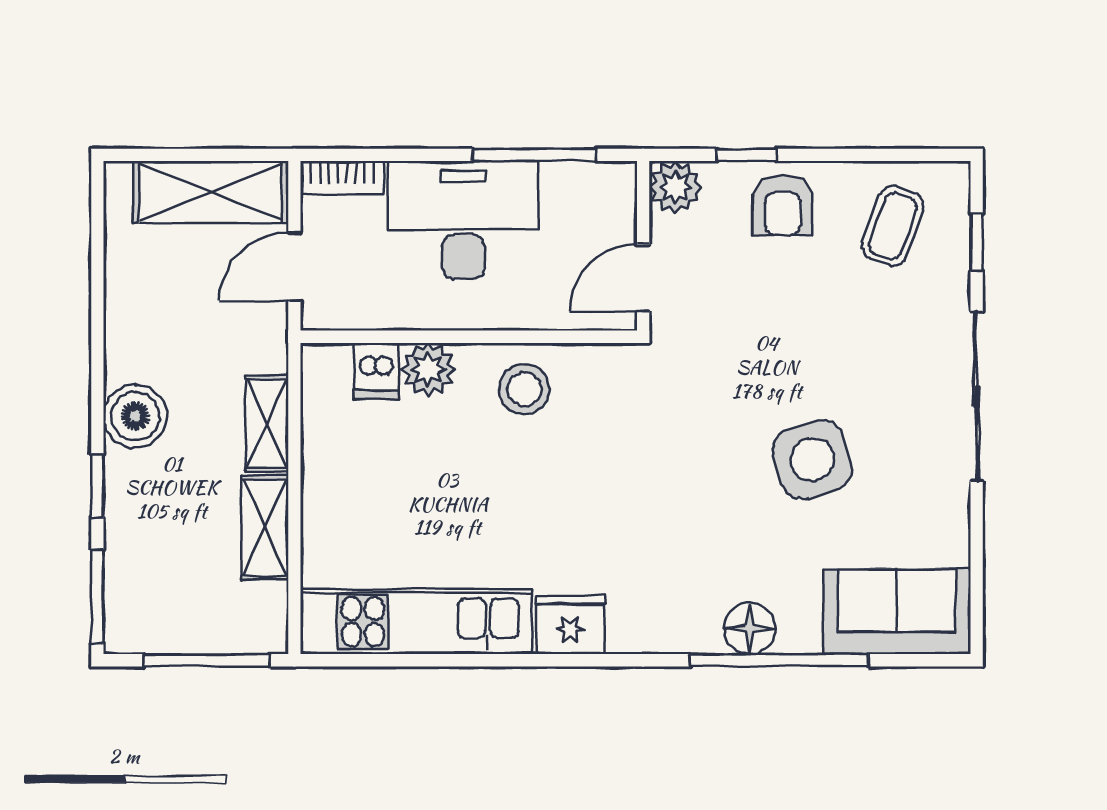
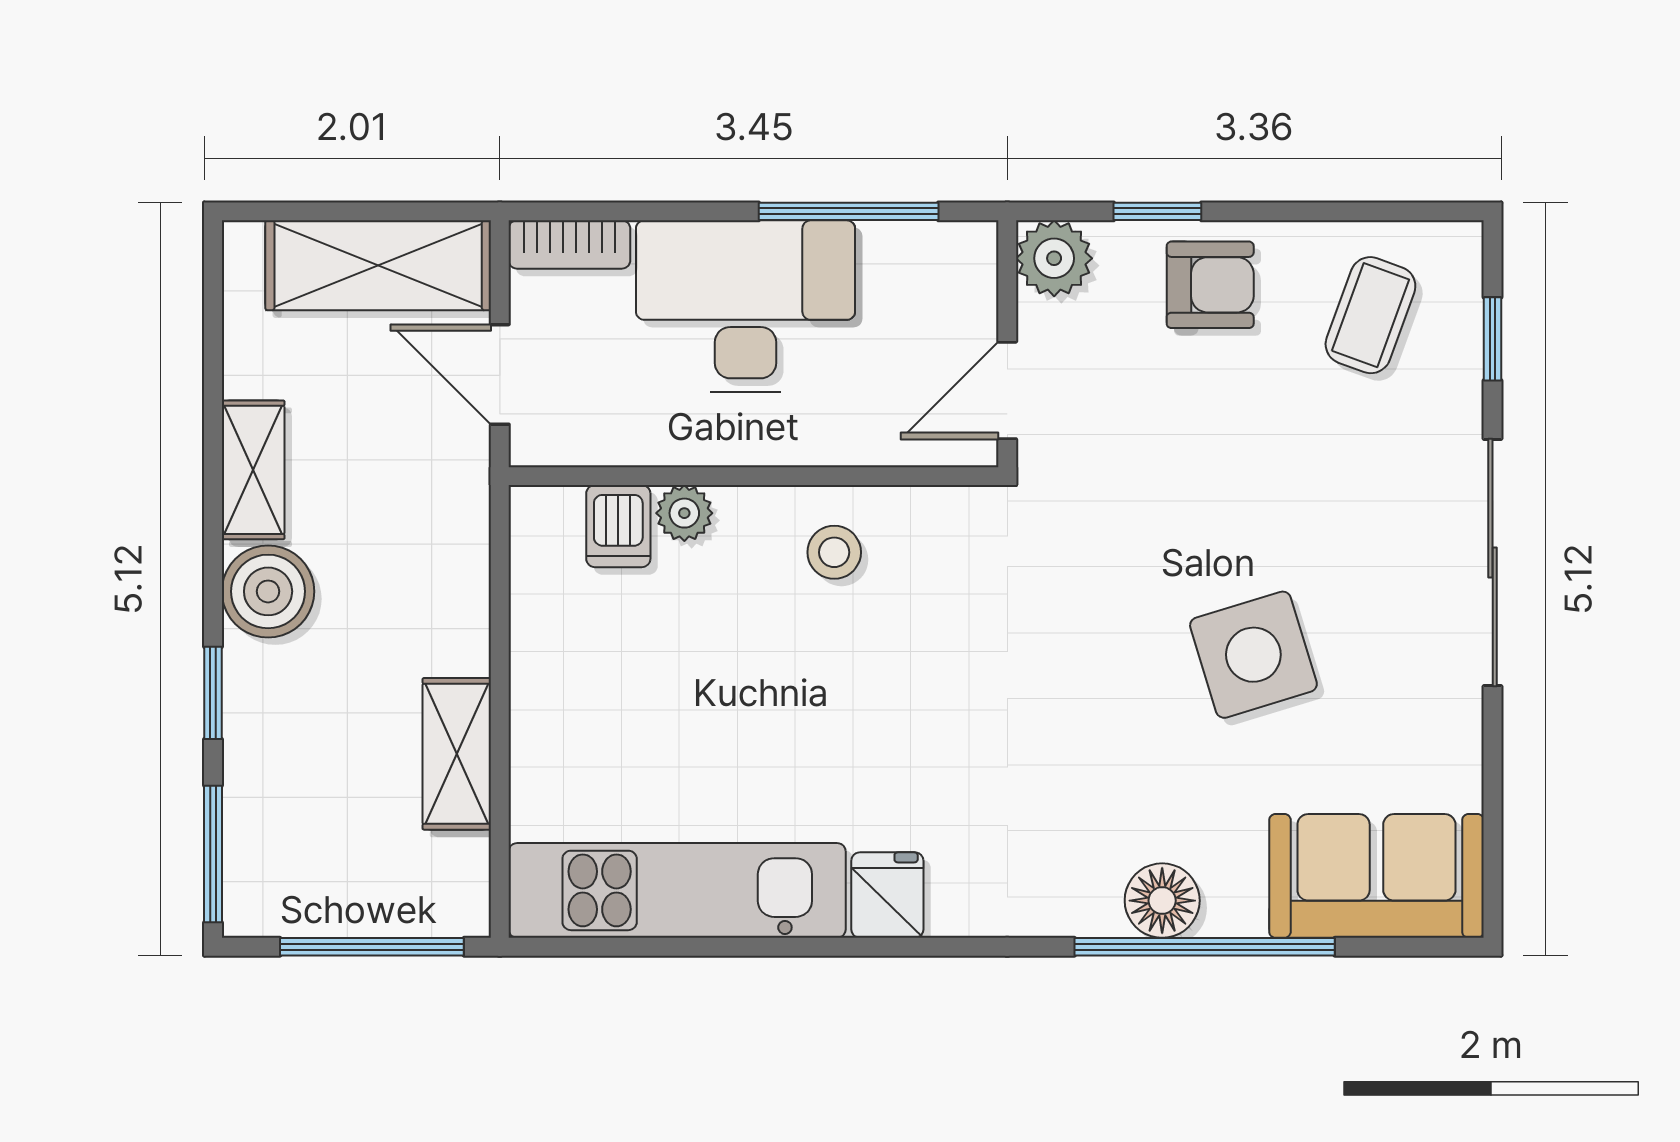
armchair: (783, 205) -> (1210, 285), turned -90
door: (294, 267) -> (500, 374), hinge flipped
plant: (428, 369) -> (684, 513), width x0.73, depth x0.73
stool: (524, 389) -> (834, 552), width x0.73, depth x0.73
shelving: (267, 424) -> (253, 470), moved
fridge: (570, 625) -> (887, 895), width x0.72

